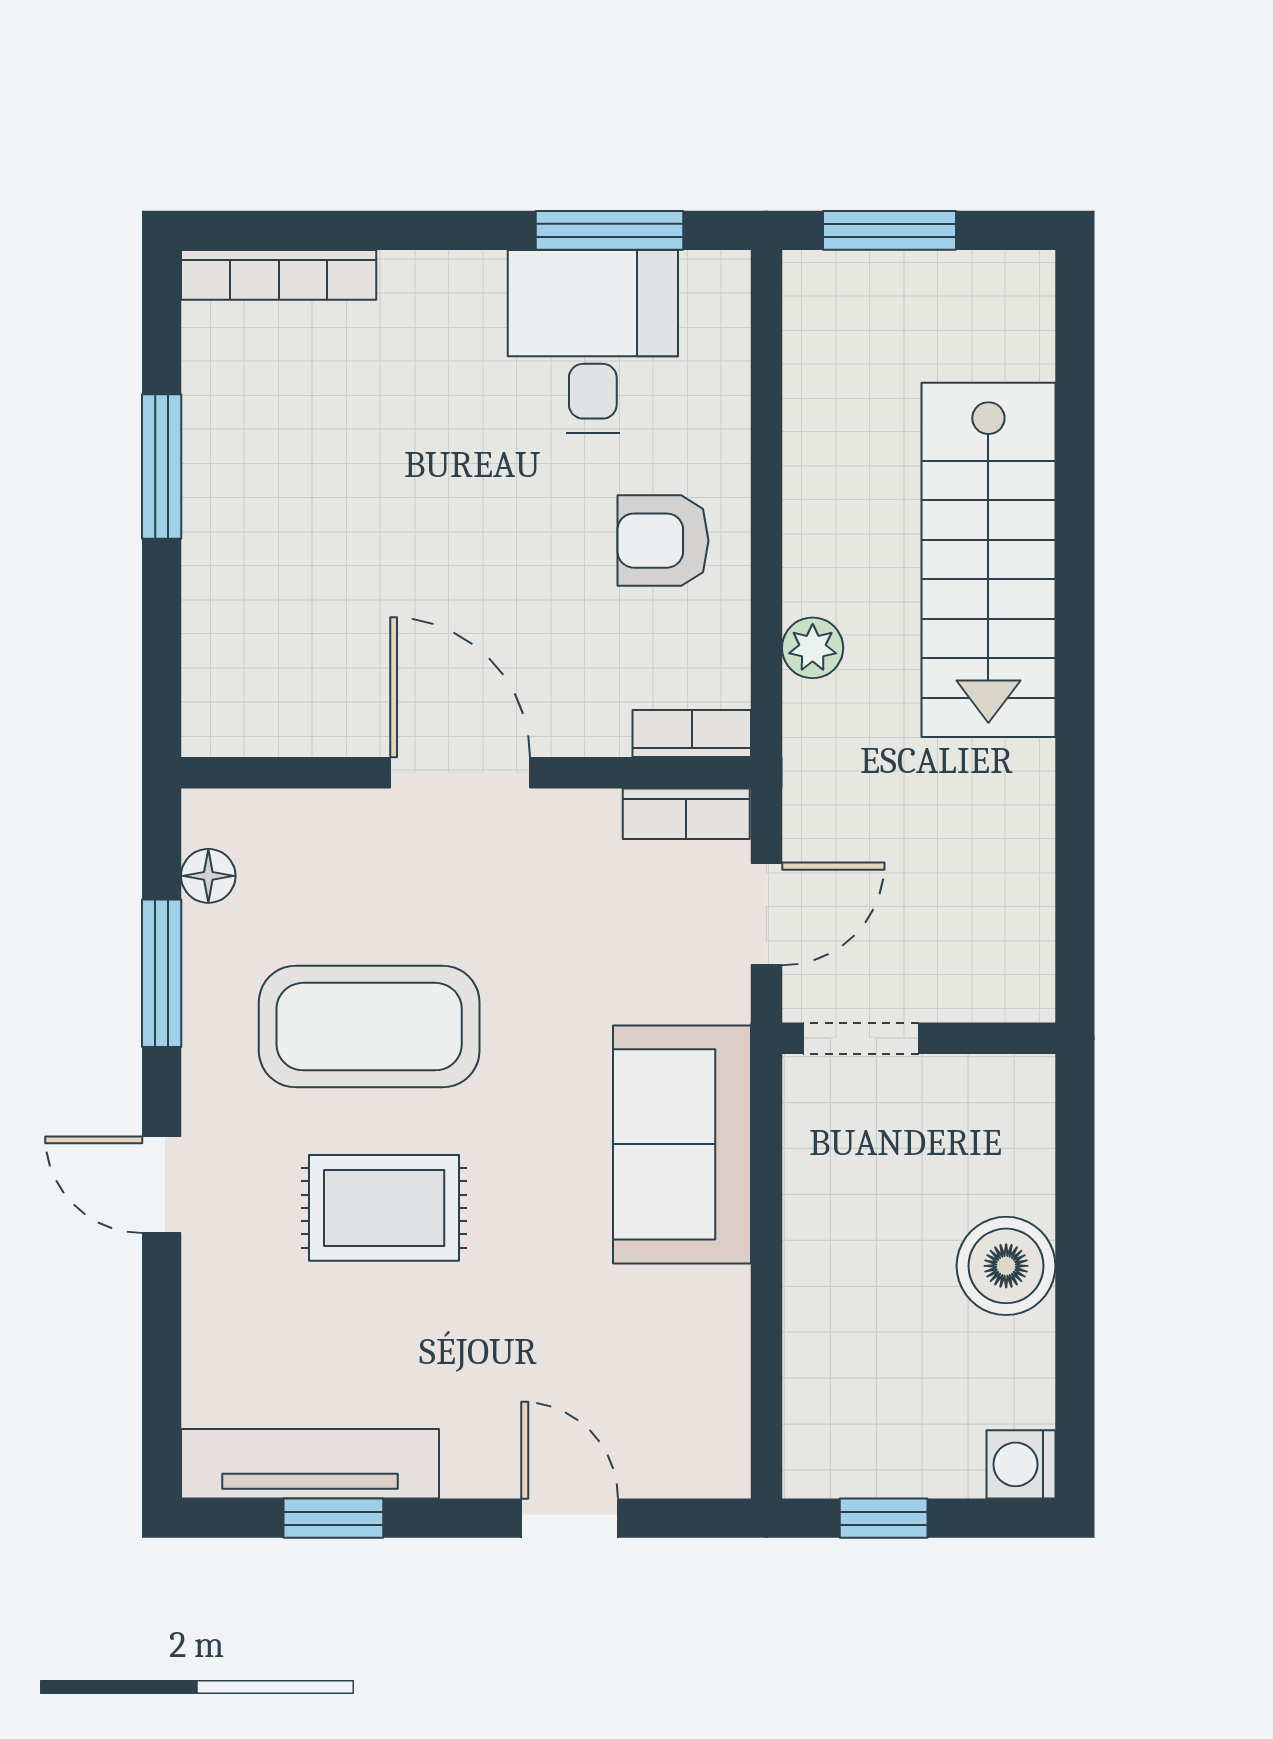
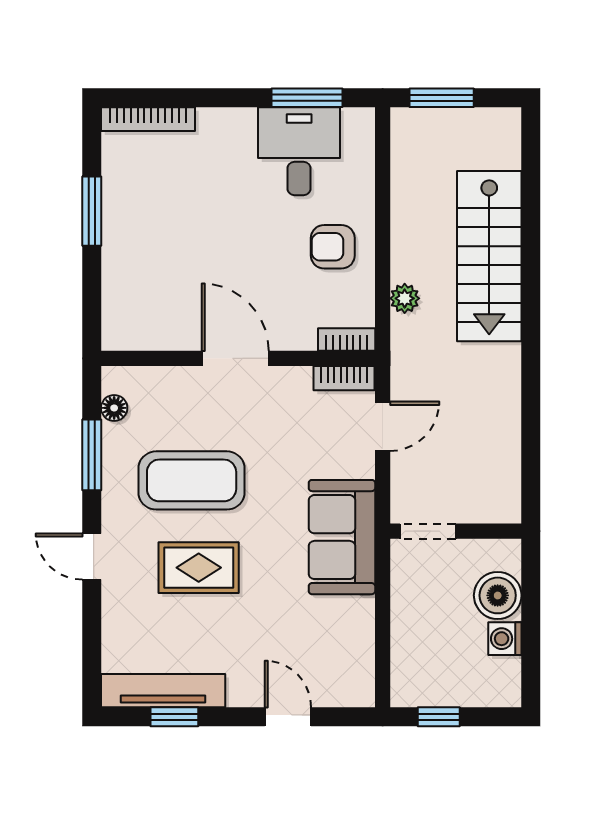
doorway: (861, 1038) -> (428, 531), moved
wall: (919, 1038) -> (456, 531), moved
washing machine: (1021, 1464) -> (505, 639), moved

